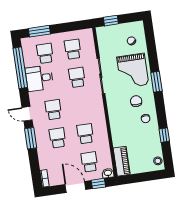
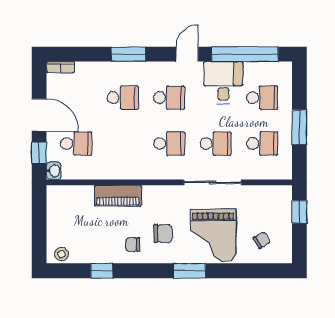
window: (39, 31) -> (299, 127), moved
grand piano: (133, 71) -> (213, 235), turned -90
door: (27, 114) -> (187, 54), moved
school desk: (85, 134) -> (169, 144), moved
piano: (122, 161) -> (118, 196), moved
door: (75, 187) -> (39, 115), hinge flipped

